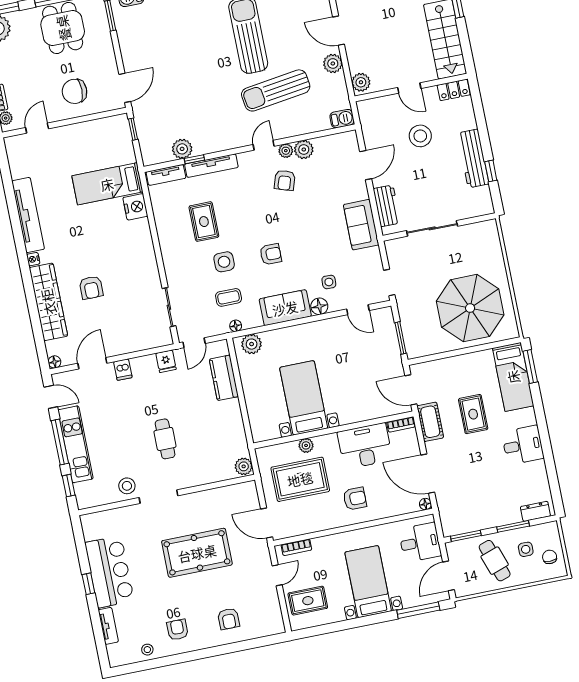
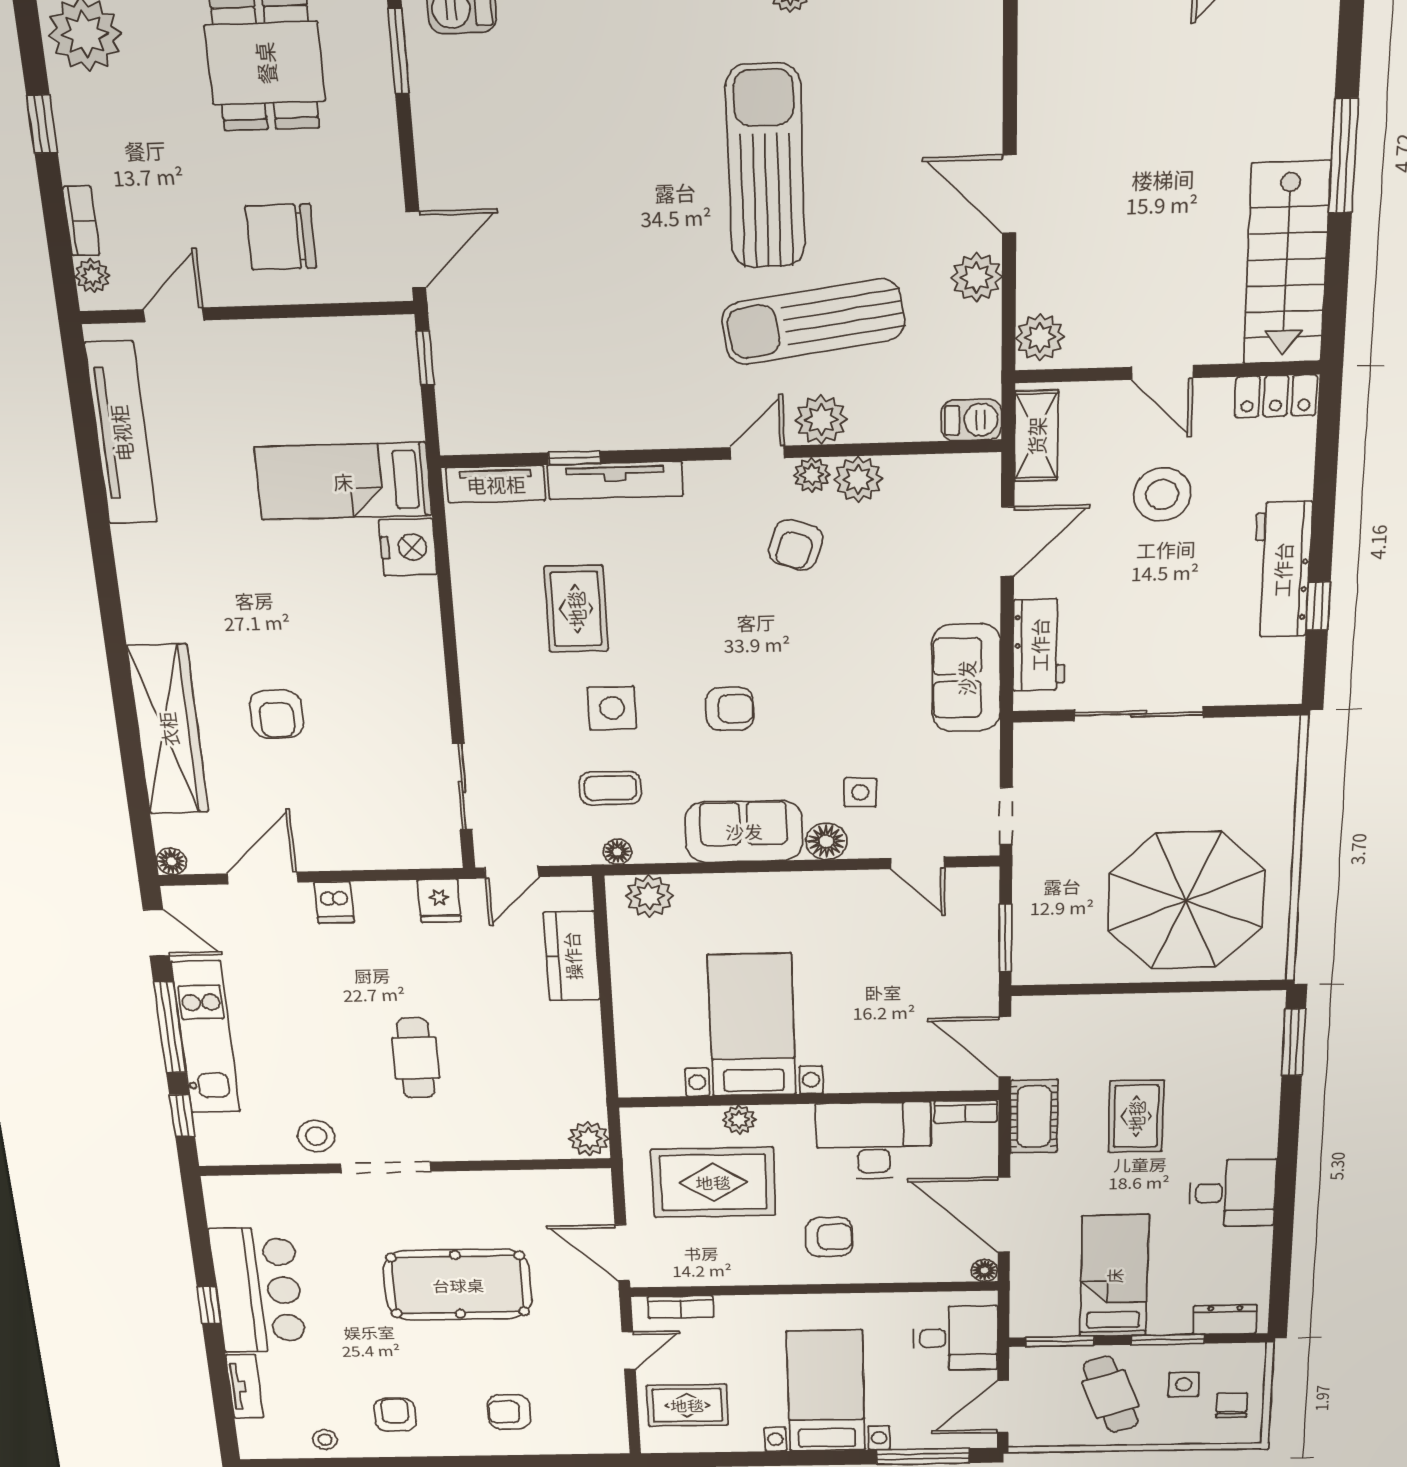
shelving: (368, 121) -> (1036, 436), added
plant: (182, 149) -> (821, 420), moved
tv unit: (28, 215) -> (121, 433), moved
nightstand: (33, 259) -> (138, 628), removed
bed: (513, 377) -> (1114, 1276), moved, turned 180
armchair: (229, 619) -> (509, 1412), turned 90

